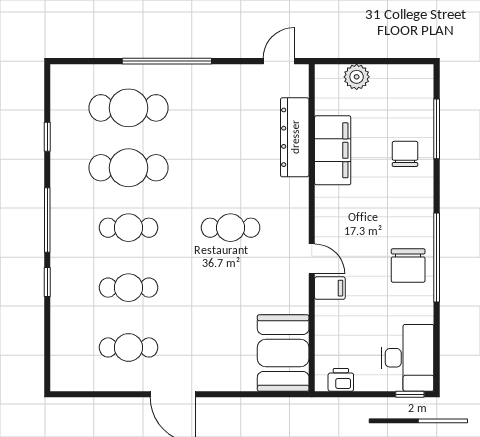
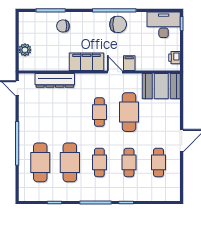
filing cabinet: (333, 150) -> (87, 62), moved
door: (312, 259) -> (115, 72), hinge flipped
cafe table: (231, 288) -> (129, 112), added

